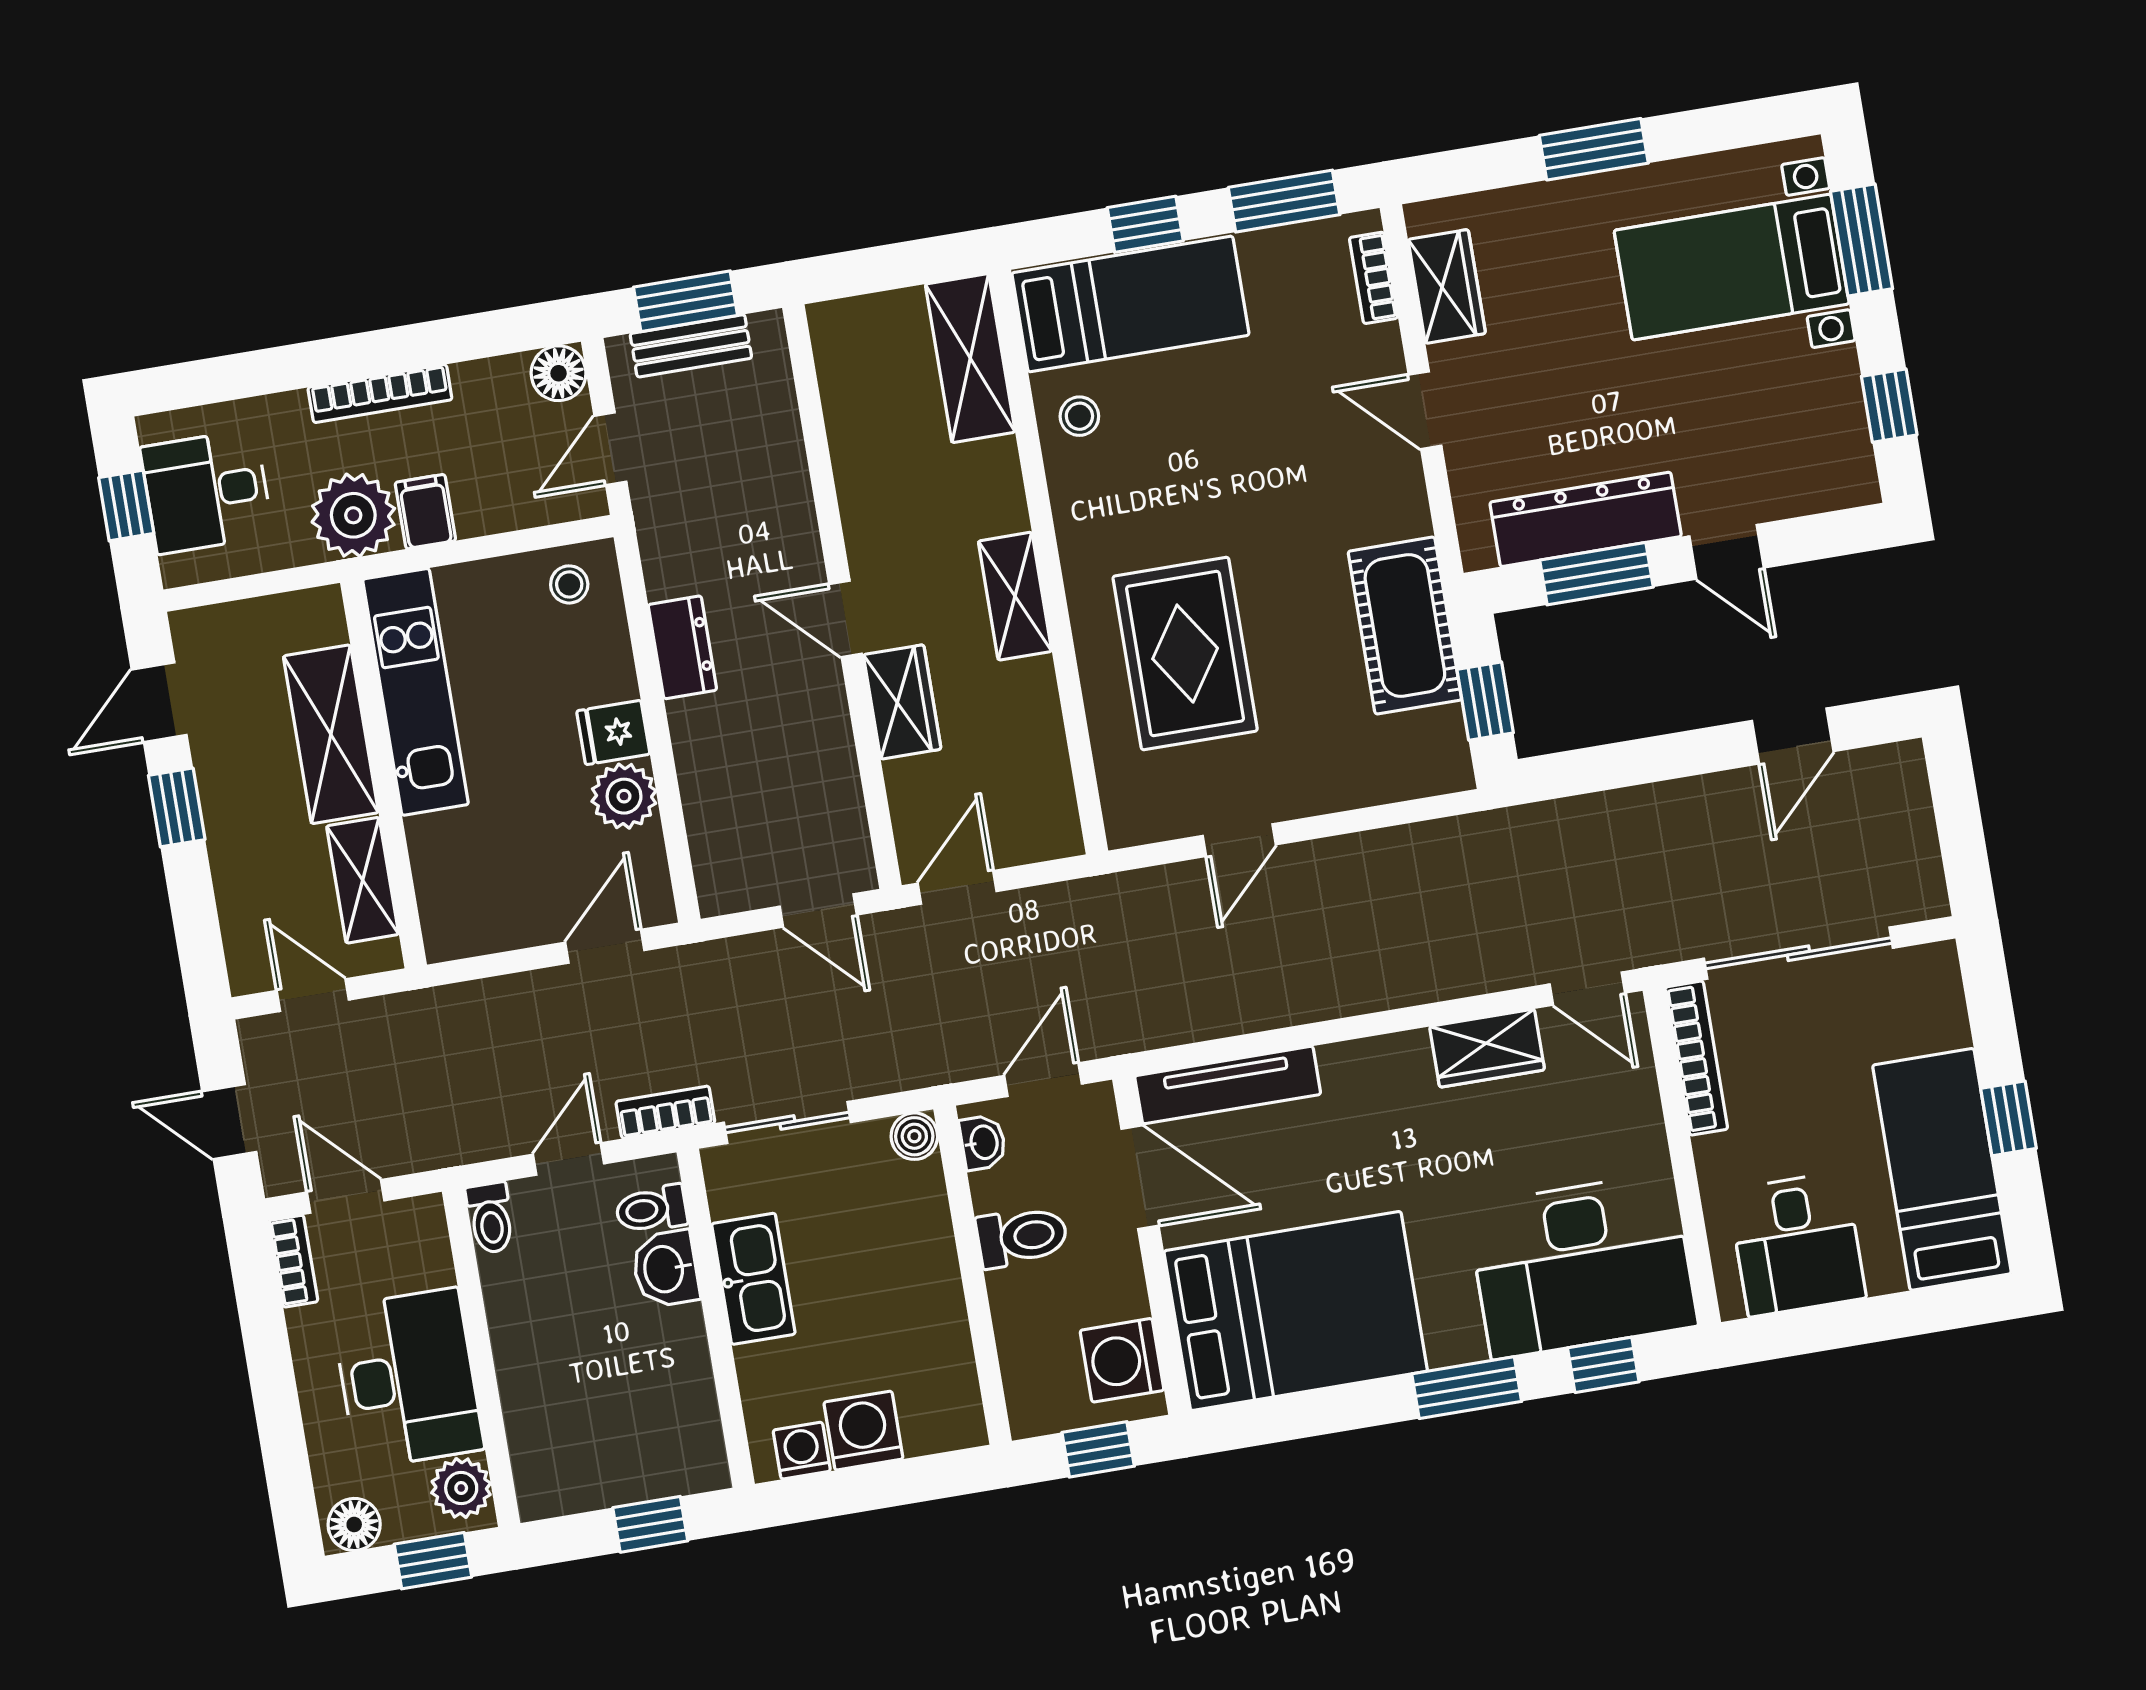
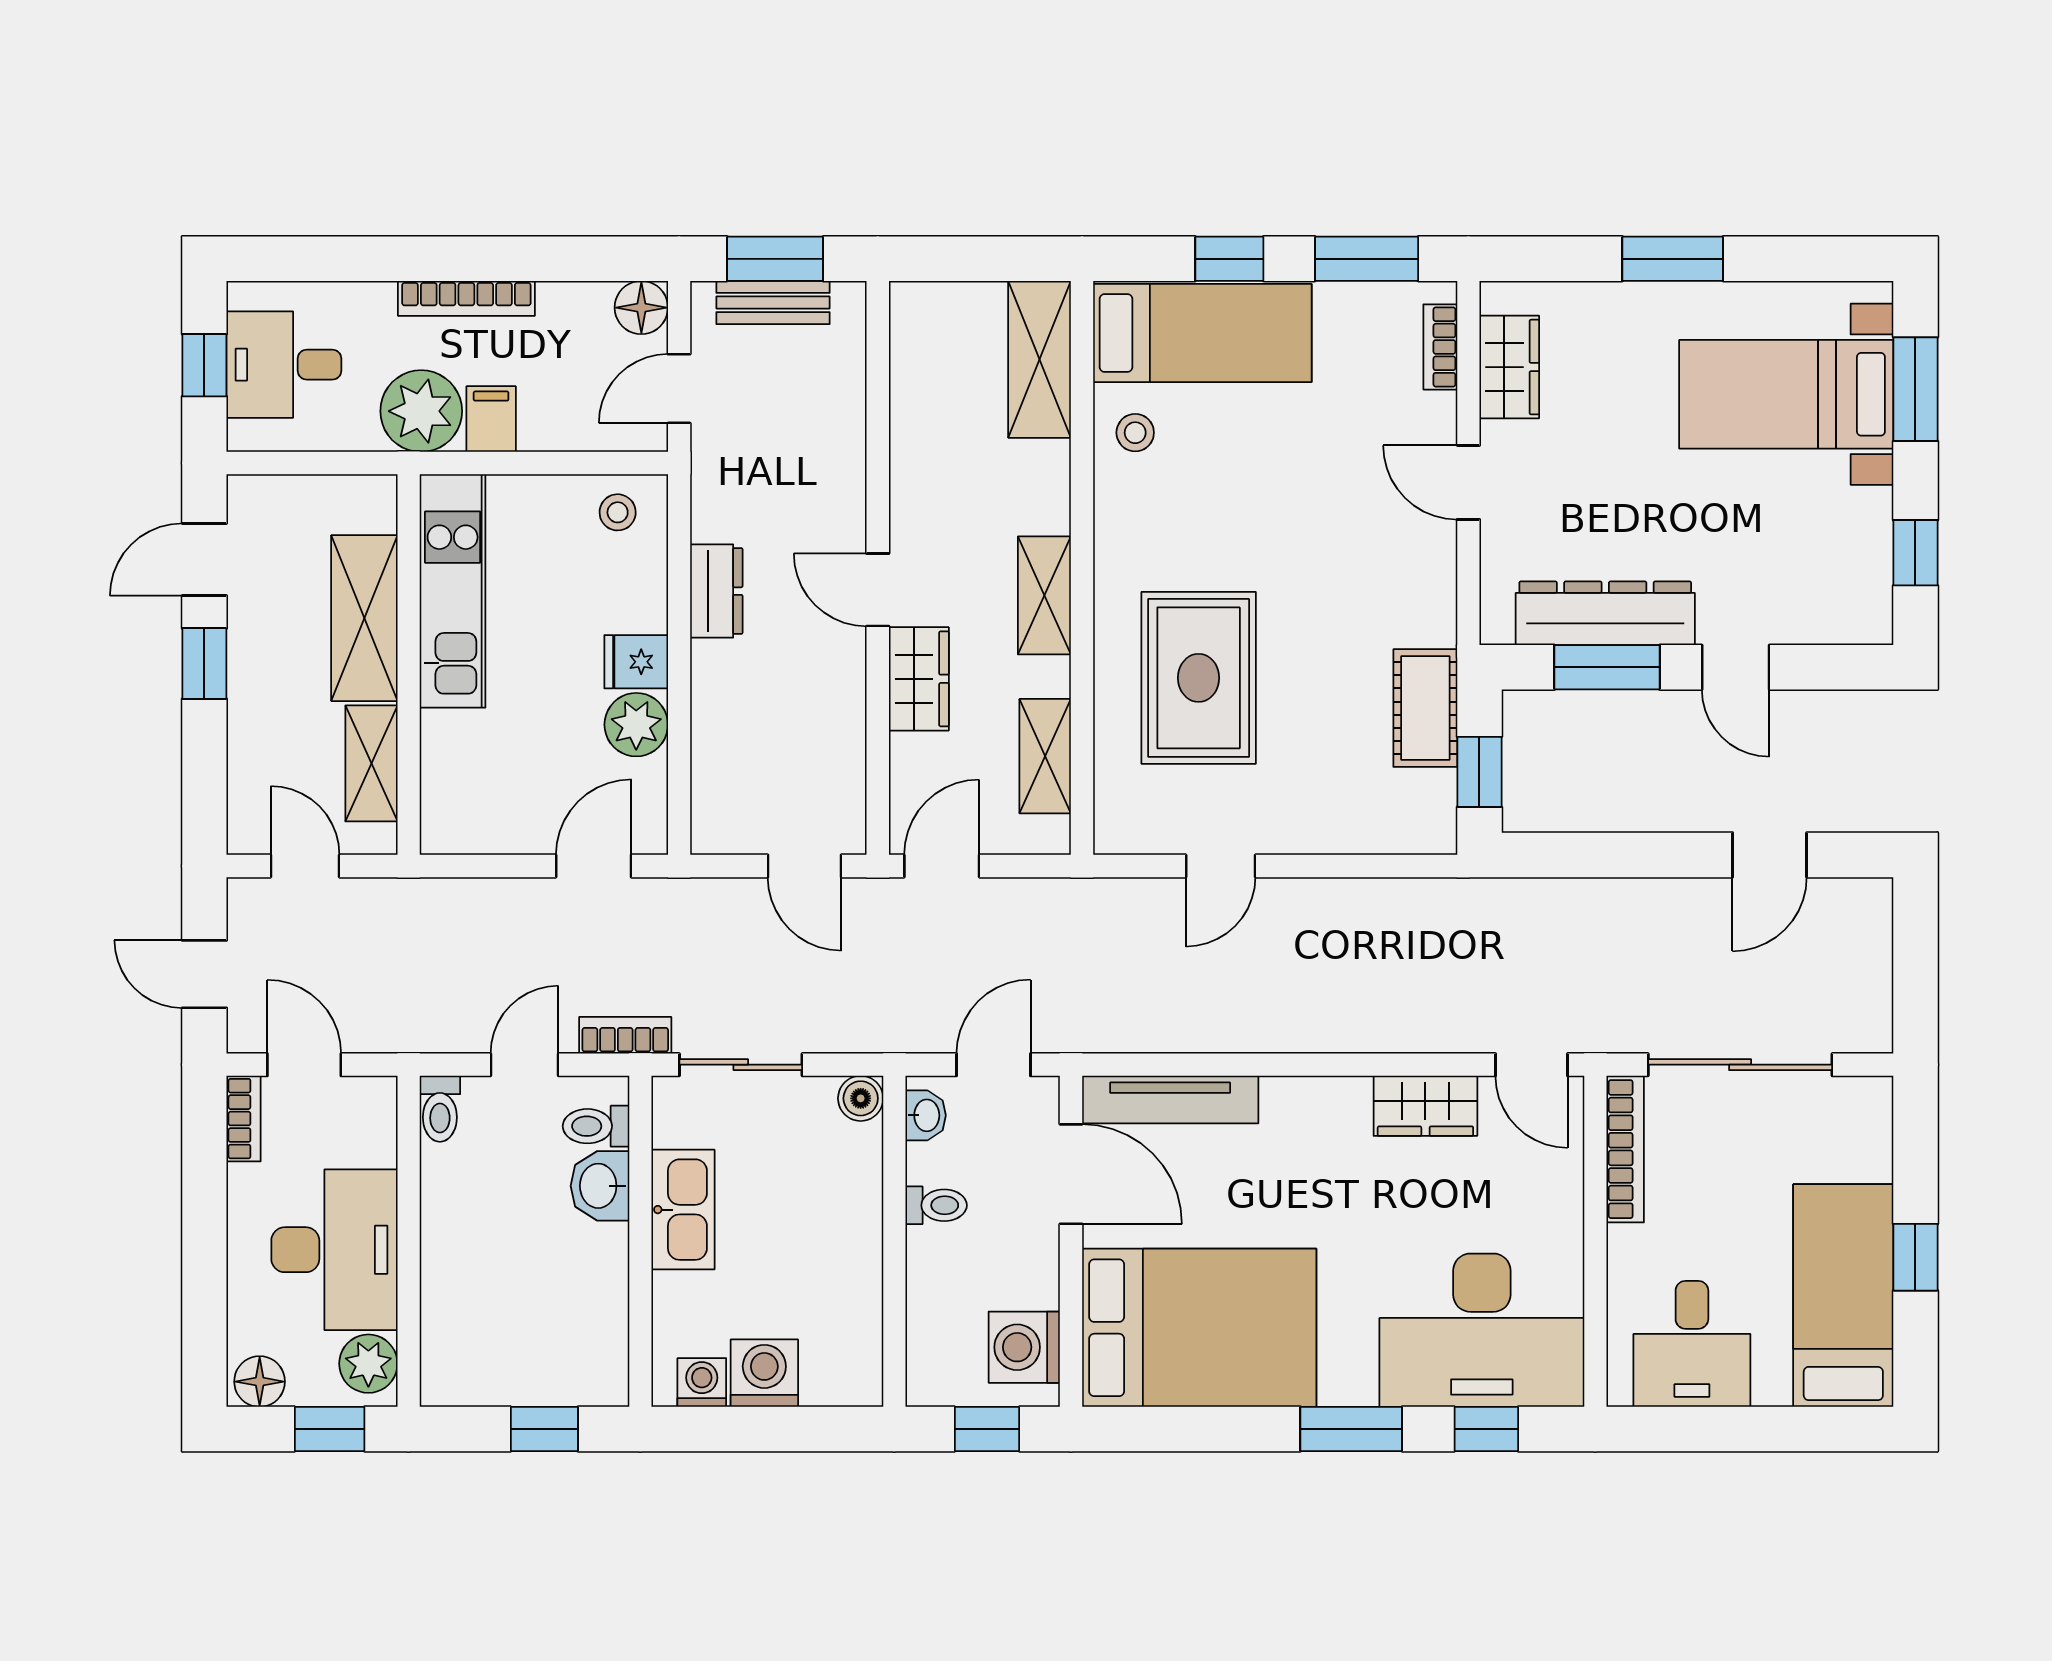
cot: (1405, 626) -> (1425, 708), width x0.73, depth x0.75
shelving: (1043, 759) -> (1045, 756), added
toilet: (1022, 1237) -> (936, 1205), width x0.73, depth x0.72

